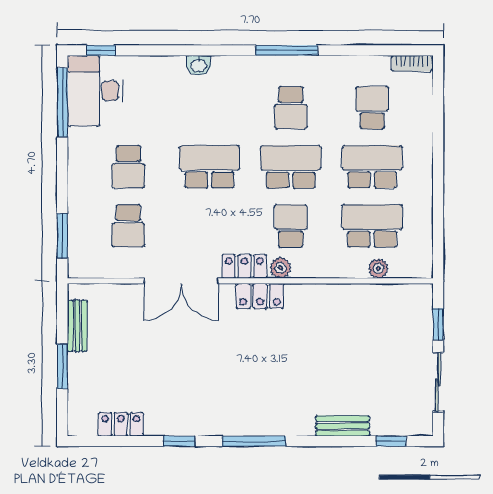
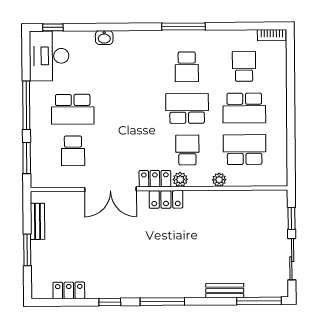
washbasin: (199, 65) -> (104, 38), moved
window: (62, 102) -> (26, 105), moved
school desk: (128, 167) -> (73, 109), width x1.85
school desk: (210, 167) -> (130, 109), removed
school desk: (372, 167) -> (244, 108), turned 180
plant: (378, 268) -> (219, 180), moved
window: (391, 441) -> (259, 301), width x2.17

